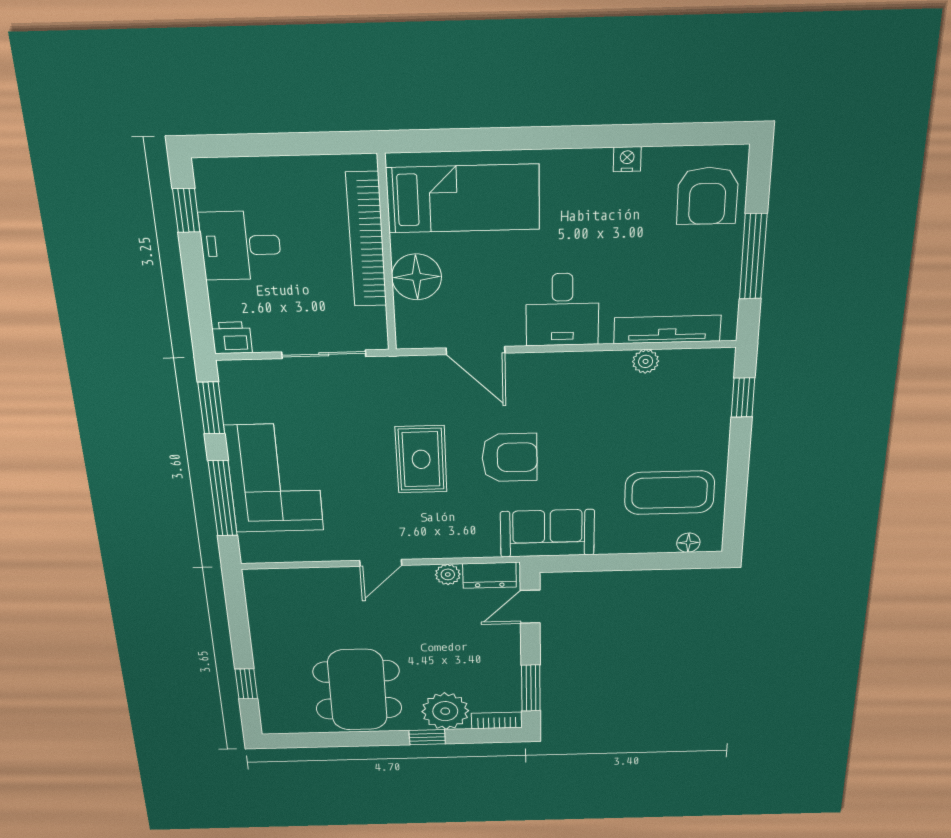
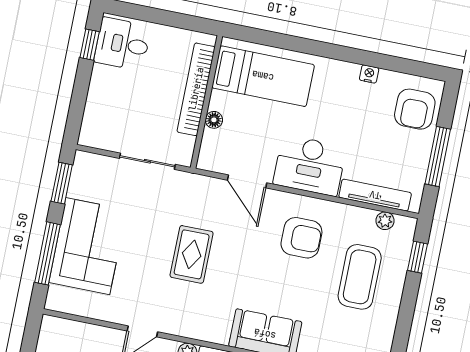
desk: (241, 246) -> (122, 44), moved
floor lamp: (417, 277) -> (214, 120), width x0.53, depth x0.53
desk: (562, 310) -> (310, 165), width x1.37
printer: (232, 338) -> (91, 136), removed
plant: (646, 361) -> (385, 221), moved
armchair: (510, 458) -> (301, 238), moved
coffee table: (670, 493) -> (360, 277), moved, turned 90

